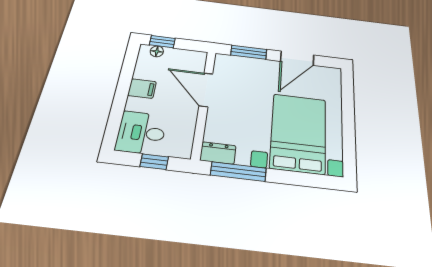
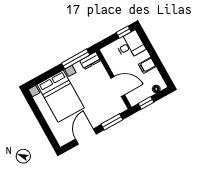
window: (162, 42) -> (146, 103), moved
window: (154, 162) -> (124, 32), moved

